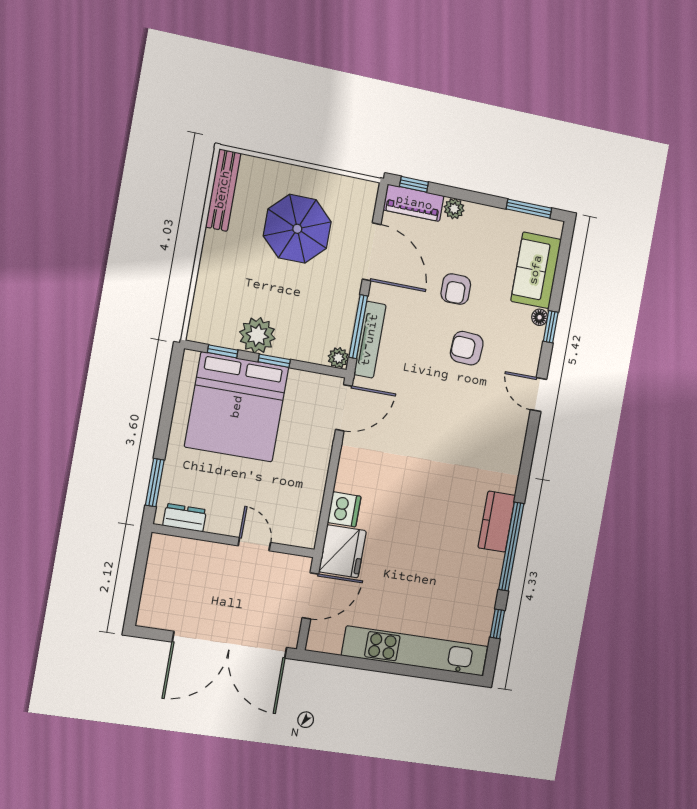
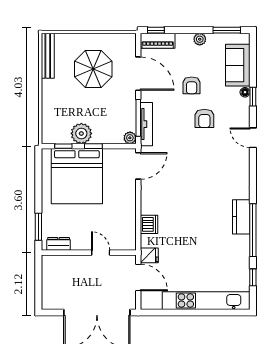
plant: (454, 209) -> (200, 39), moved
armchair: (467, 348) -> (204, 118), turned -93
fridge: (342, 551) -> (149, 255), width x0.53, depth x0.75
door: (310, 596) -> (138, 277), hinge flipped

